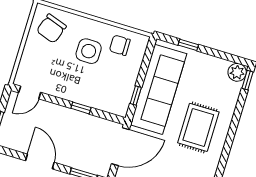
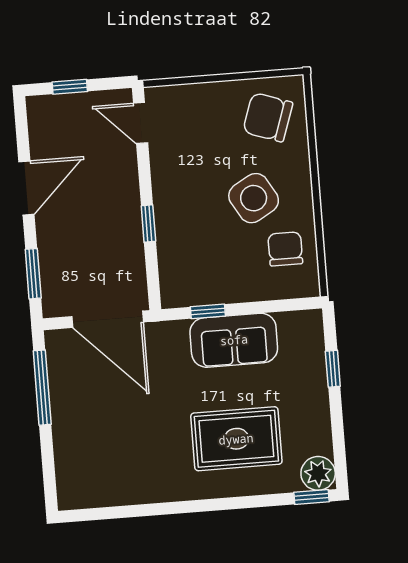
side table: (89, 51) -> (254, 198), turned -30
sofa: (158, 89) -> (234, 340), width x0.54, depth x0.79
rug: (198, 127) -> (236, 439), moved

